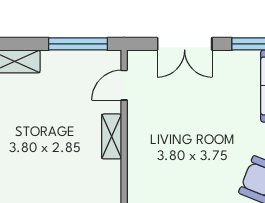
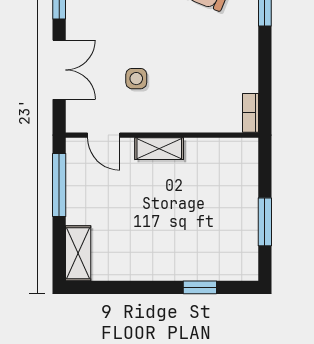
side table: (176, 115) -> (136, 79), added

